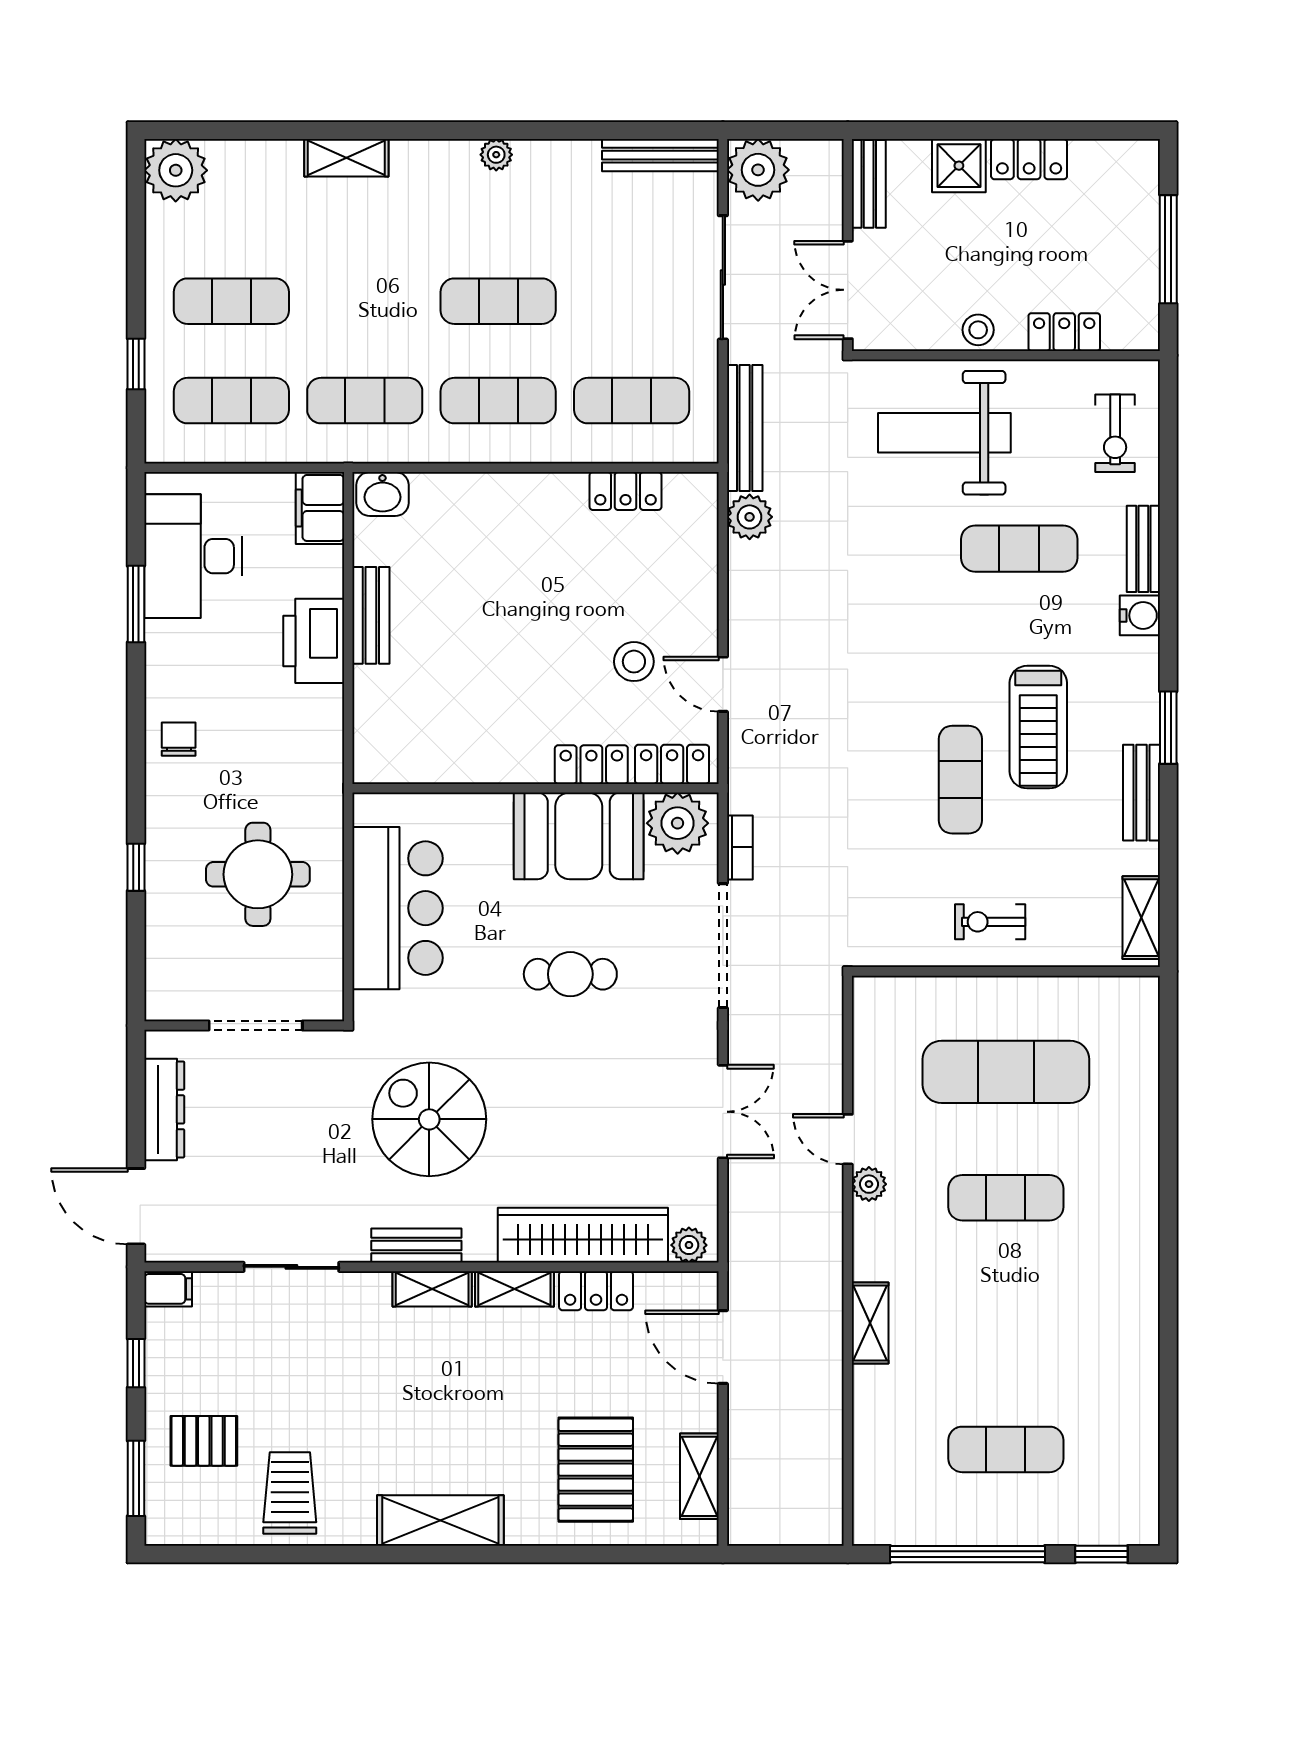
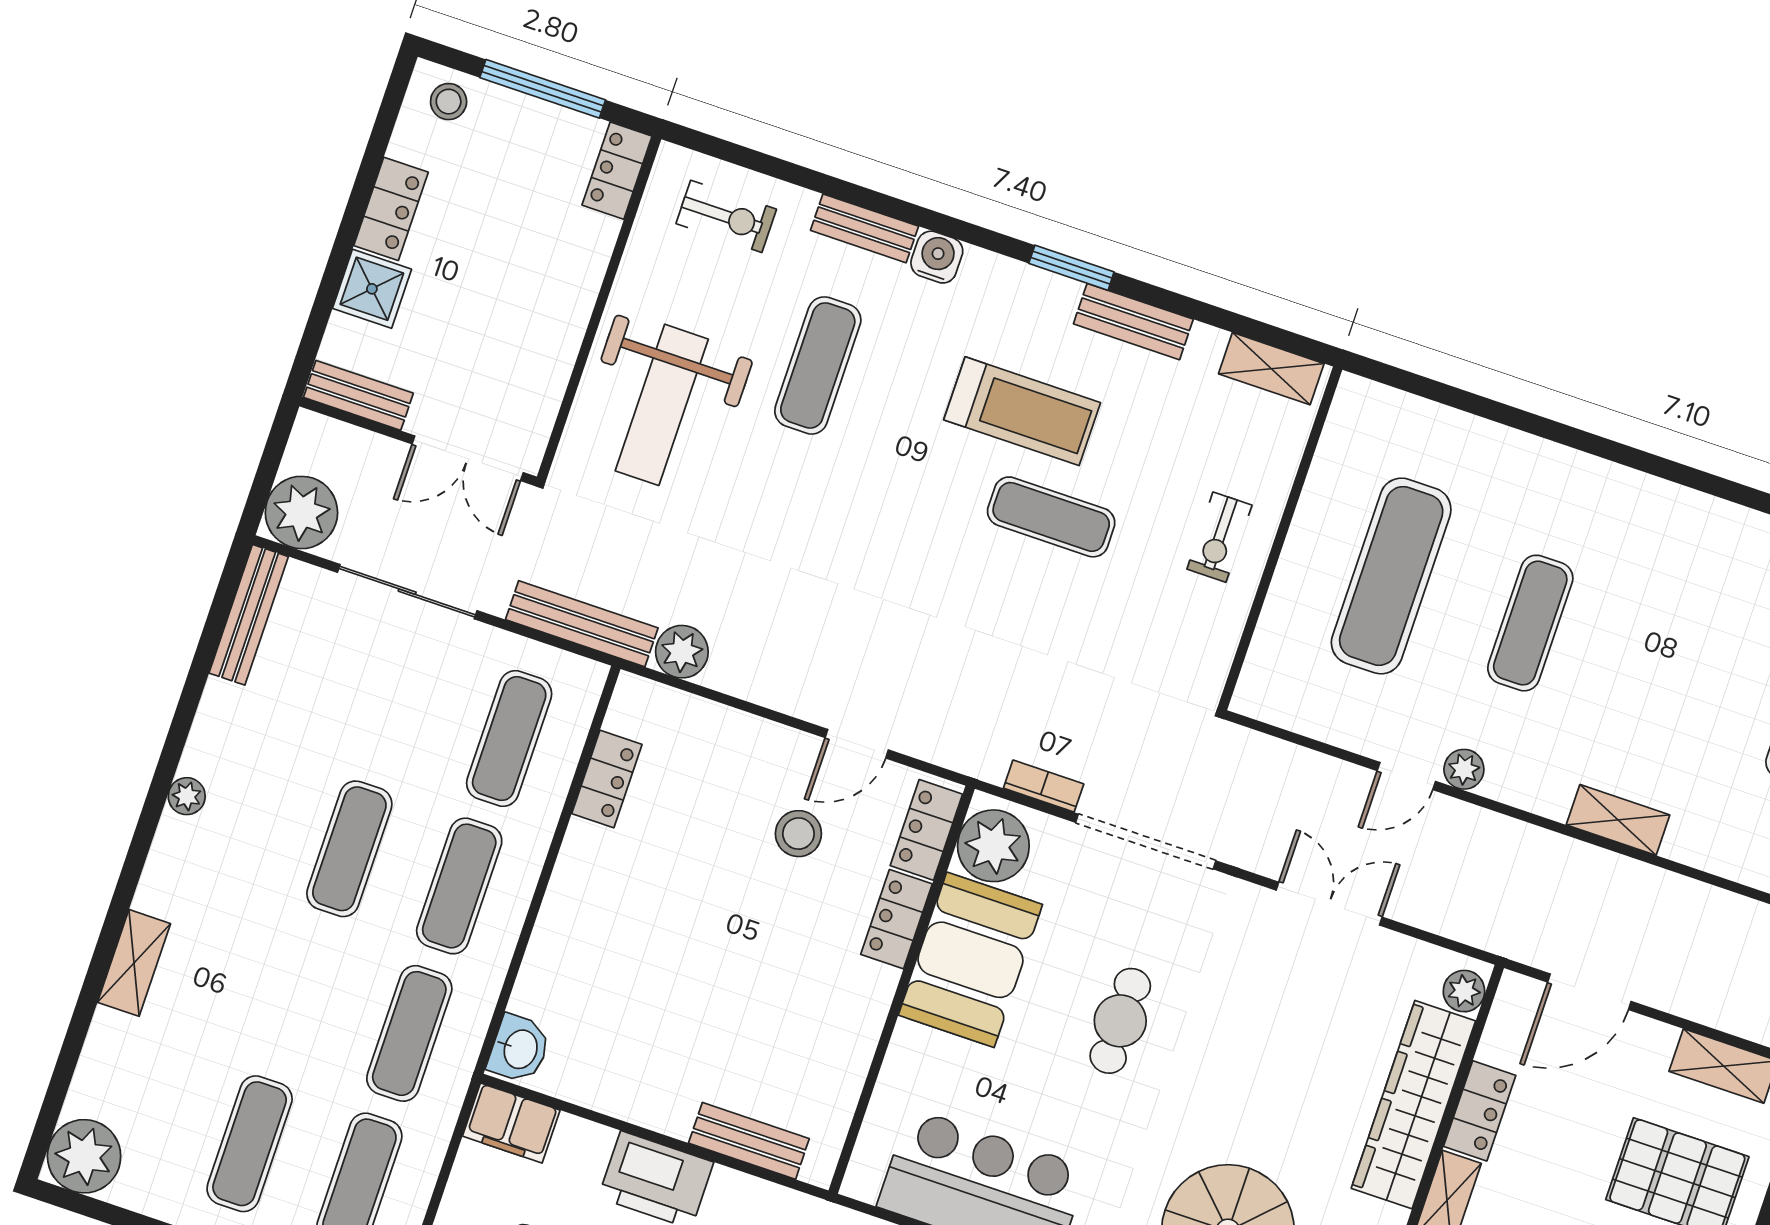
stool: (978, 330) -> (449, 102), moved
locker: (1064, 332) -> (617, 171), moved
bench: (371, 615) -> (749, 1141), moved

